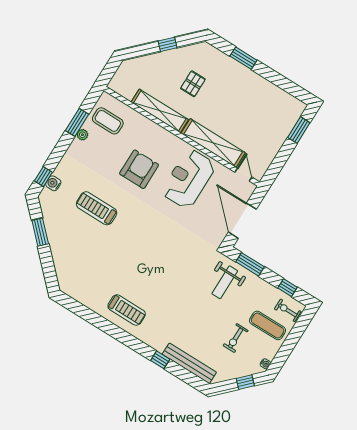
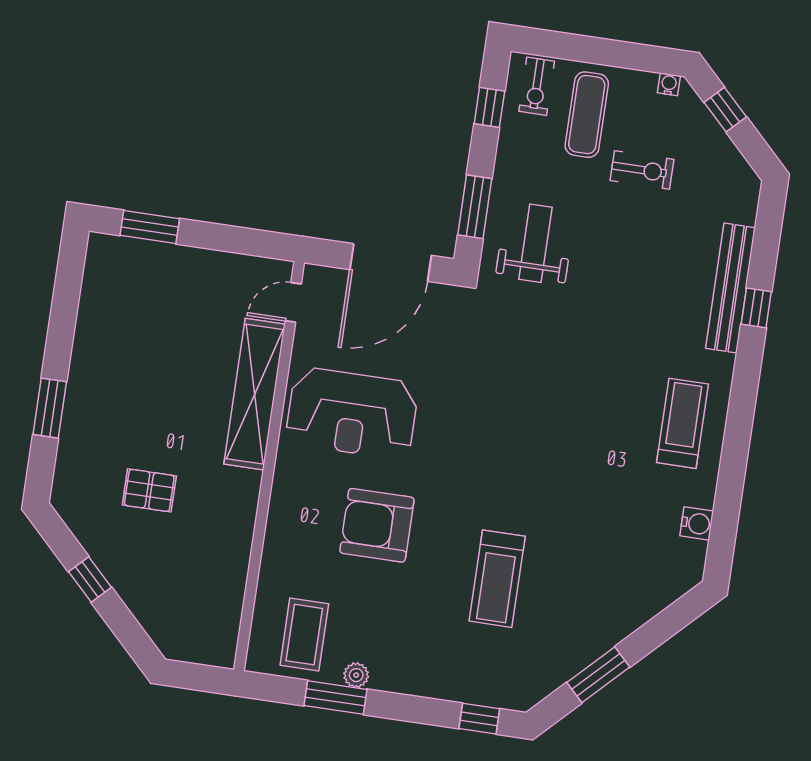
shelving: (160, 111) -> (236, 535), removed
water cooler: (53, 183) -> (697, 523), moved, turned -90
weight bench: (225, 282) -> (535, 243), turned -90
bench: (189, 363) -> (731, 288), moved

